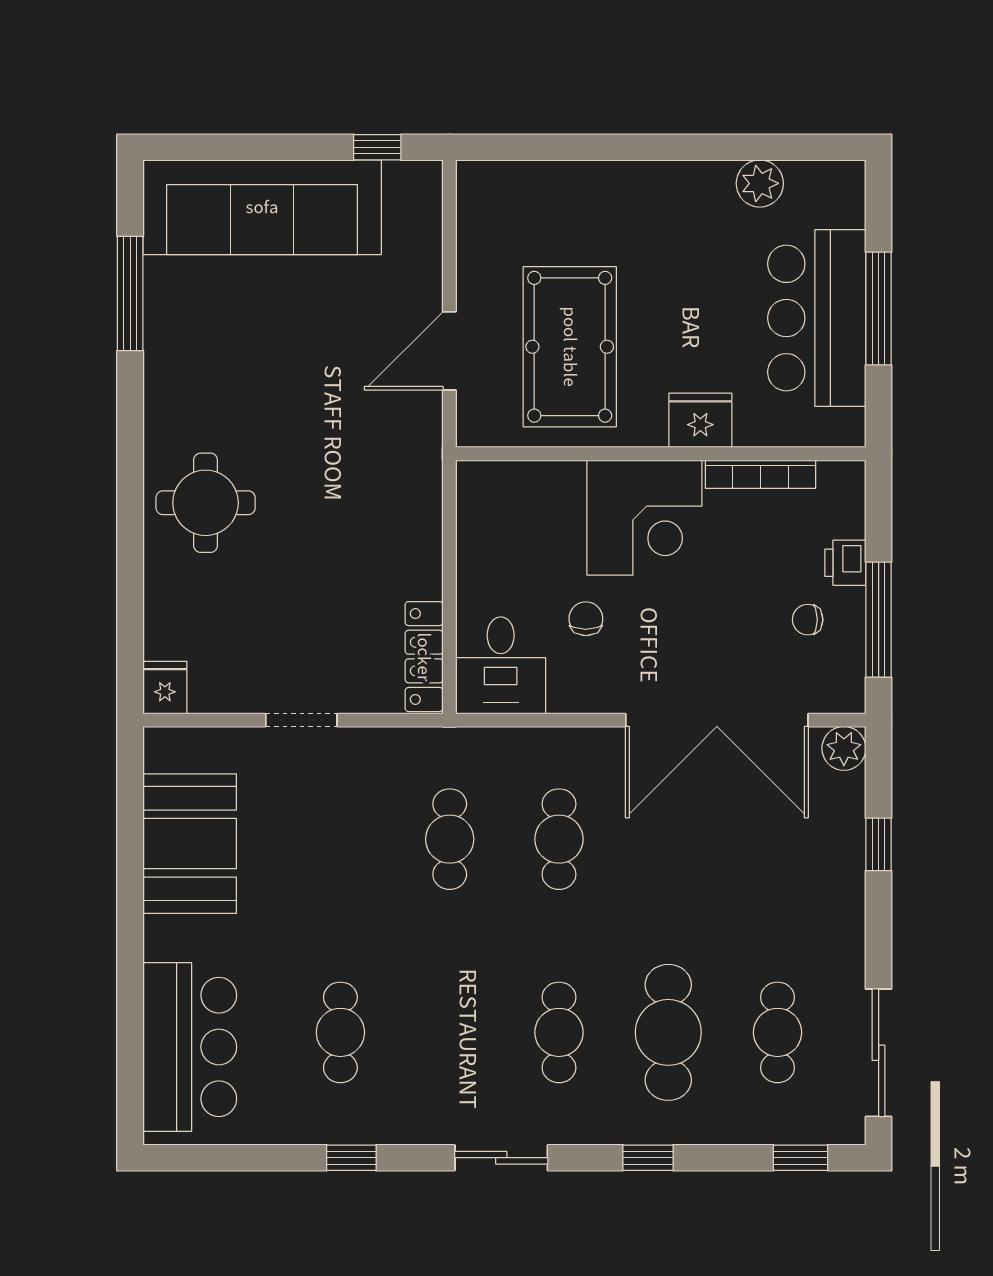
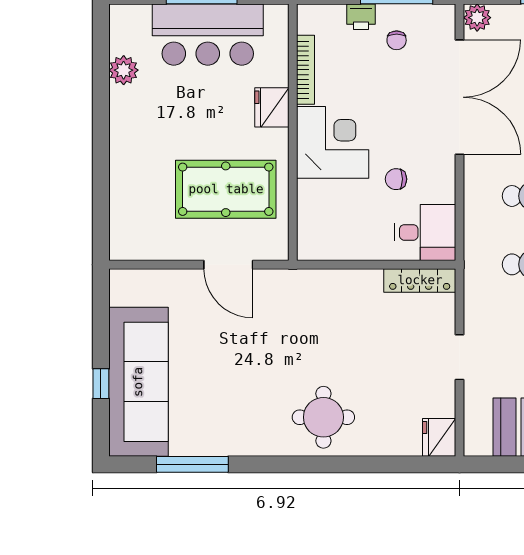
window: (377, 147) -> (101, 384), moved
fridge: (165, 688) -> (439, 437), width x1.38

